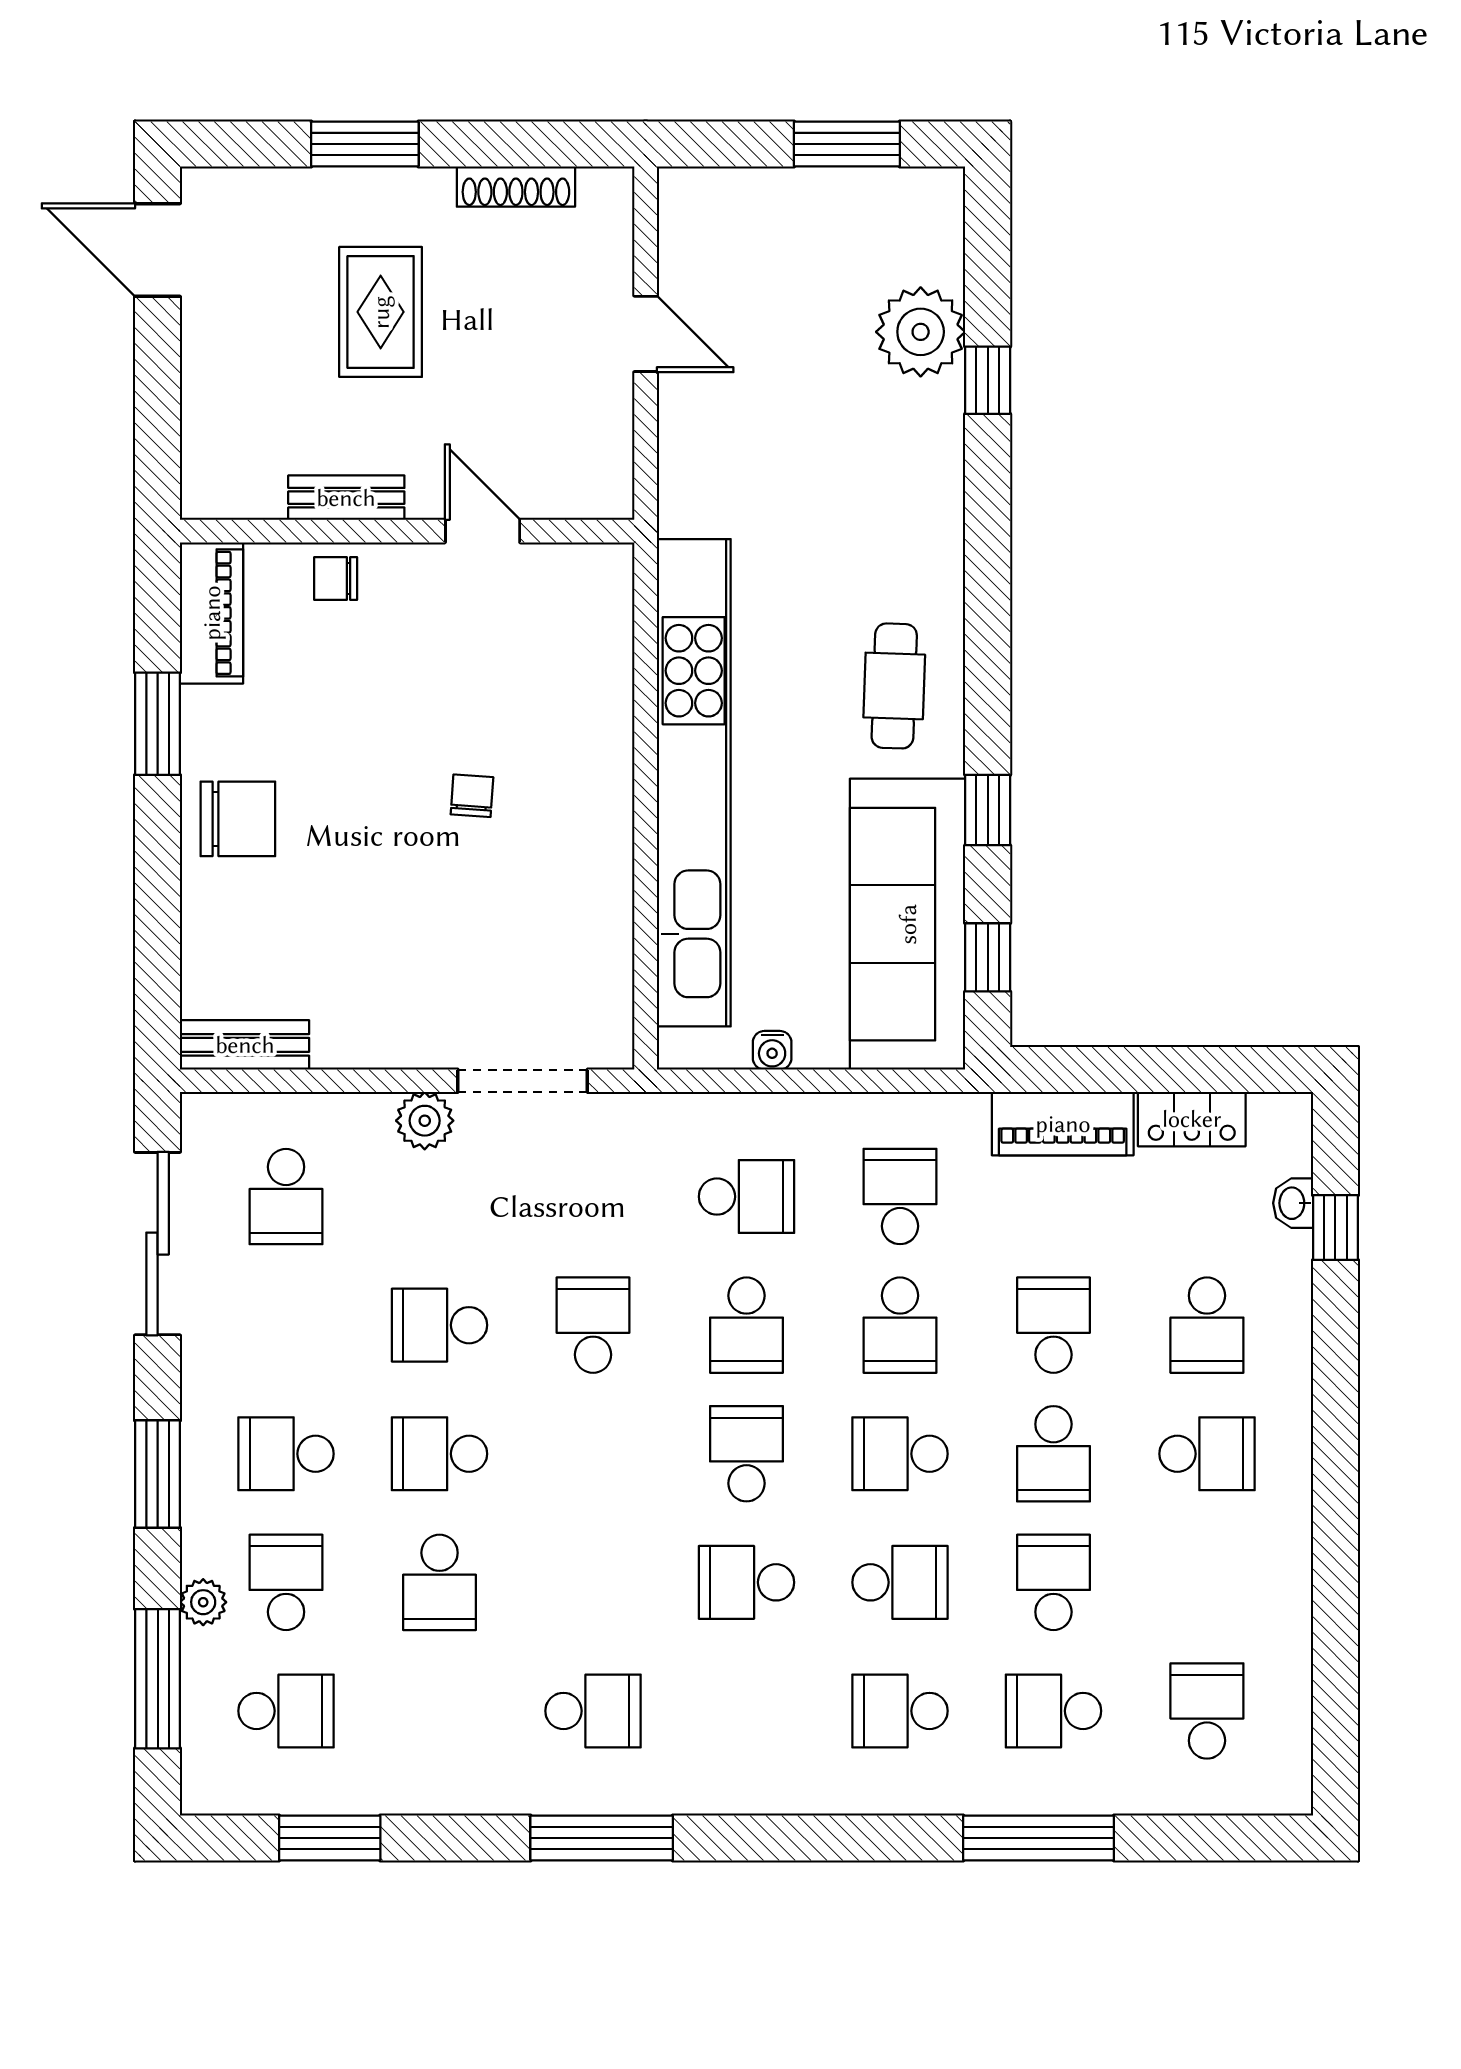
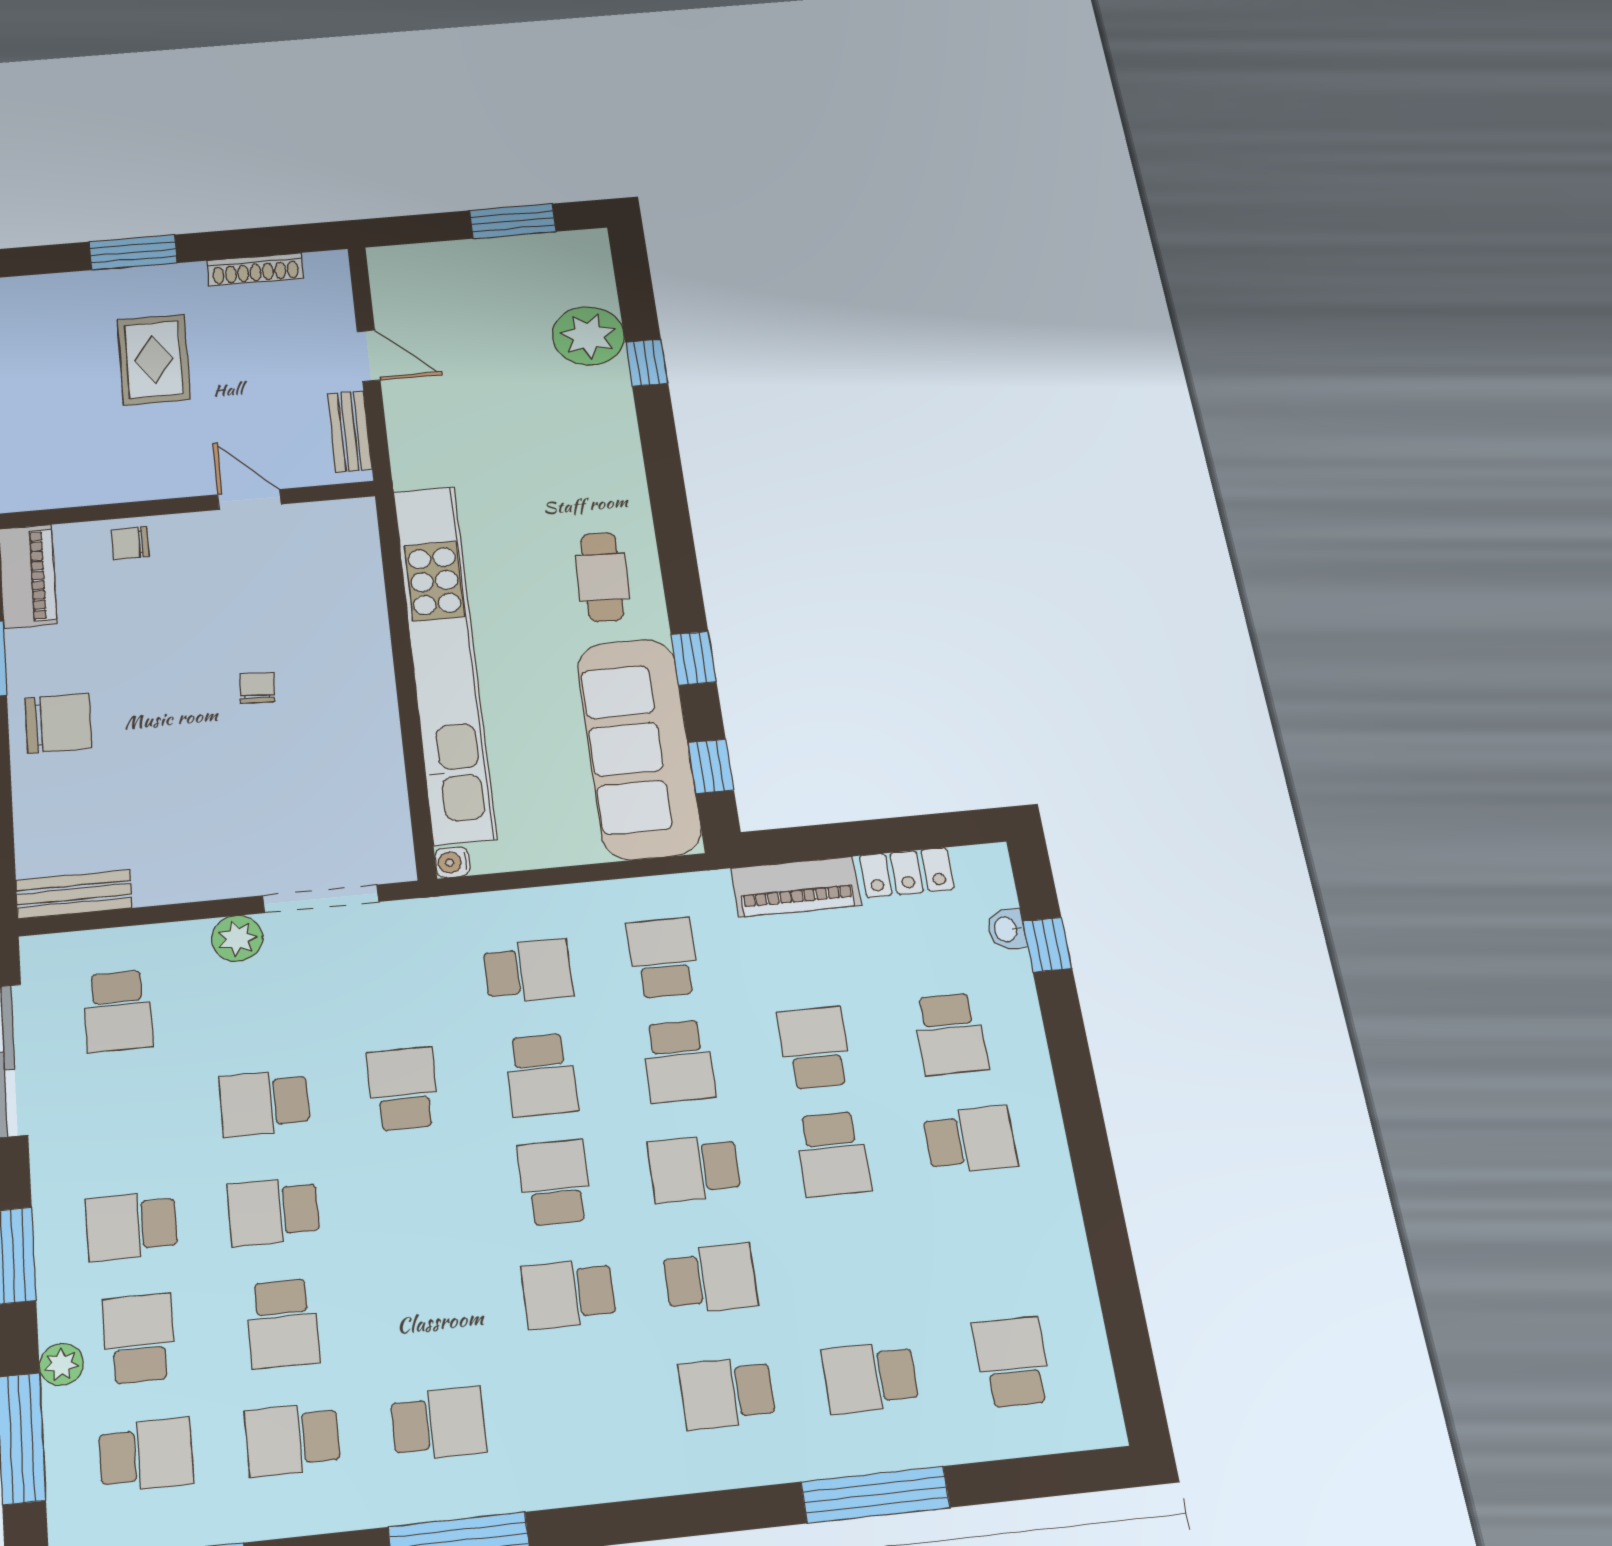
bench: (346, 498) -> (350, 431), moved, turned 90
water cooler: (772, 1050) -> (452, 862), moved, turned 90
school desk: (1053, 1582) -> (293, 1439), moved, turned -90

